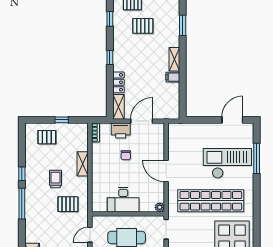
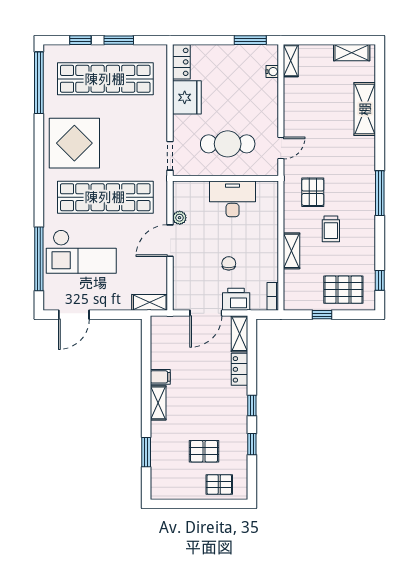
window: (110, 19) -> (252, 444), moved
shelving: (180, 128) -> (150, 302), added
pallet: (47, 137) -> (343, 290), width x1.50, depth x1.42
window: (257, 158) -> (39, 259), width x1.46
door: (166, 171) -> (170, 241), swing flipped
window: (22, 174) -> (380, 280), moved
pallet: (68, 204) -> (313, 192), turned 90
plant: (160, 207) -> (180, 218), moved

